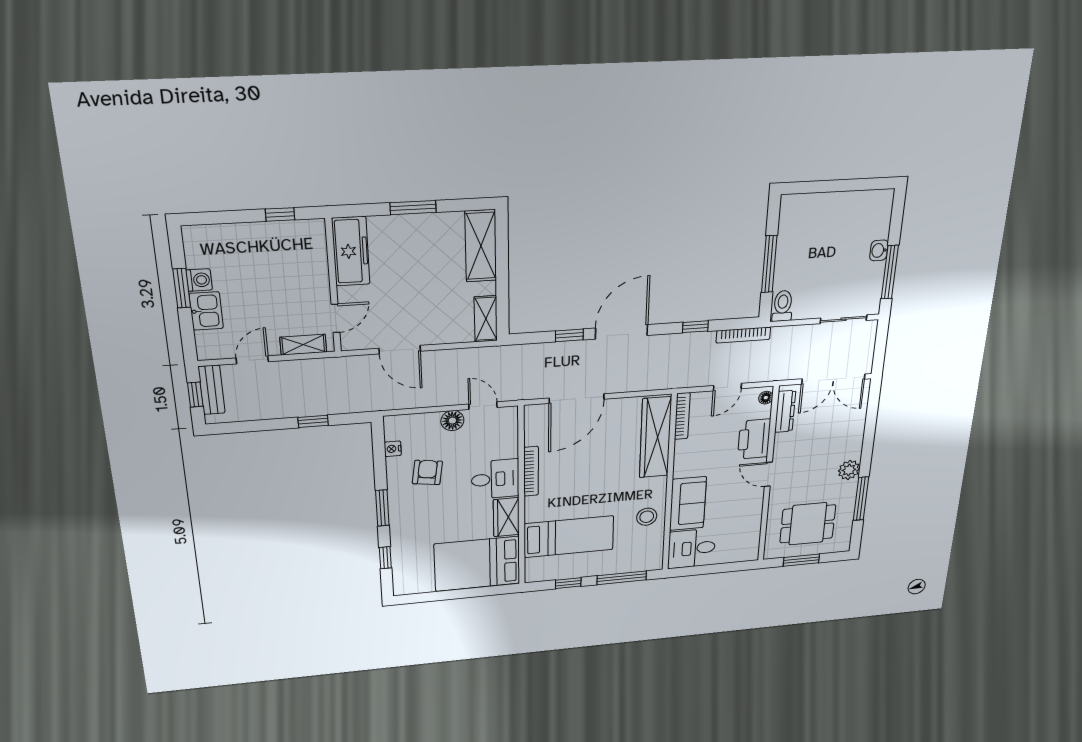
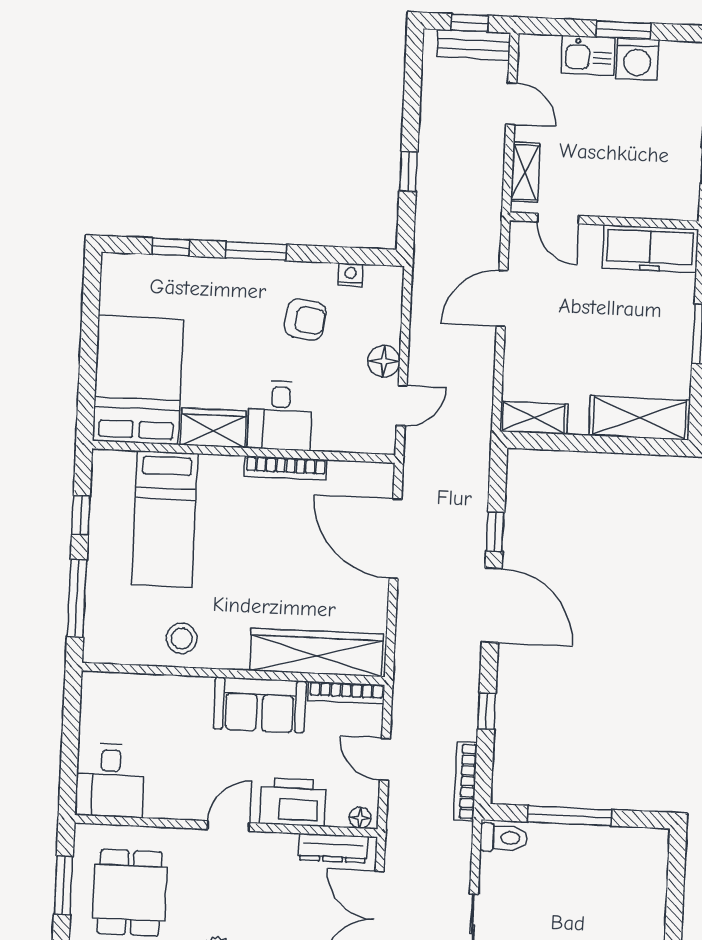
washing machine: (199, 280) -> (637, 59), width x1.38, depth x1.38
sofa: (688, 504) -> (260, 705), moved
desk: (692, 548) -> (110, 780), moved, turned 180

